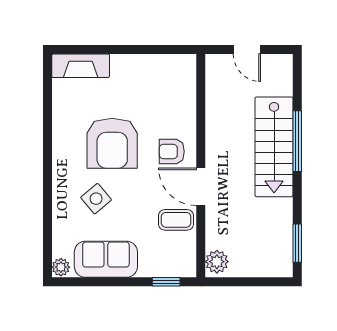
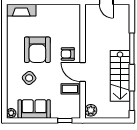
stairs: (274, 147) -> (120, 76), moved

